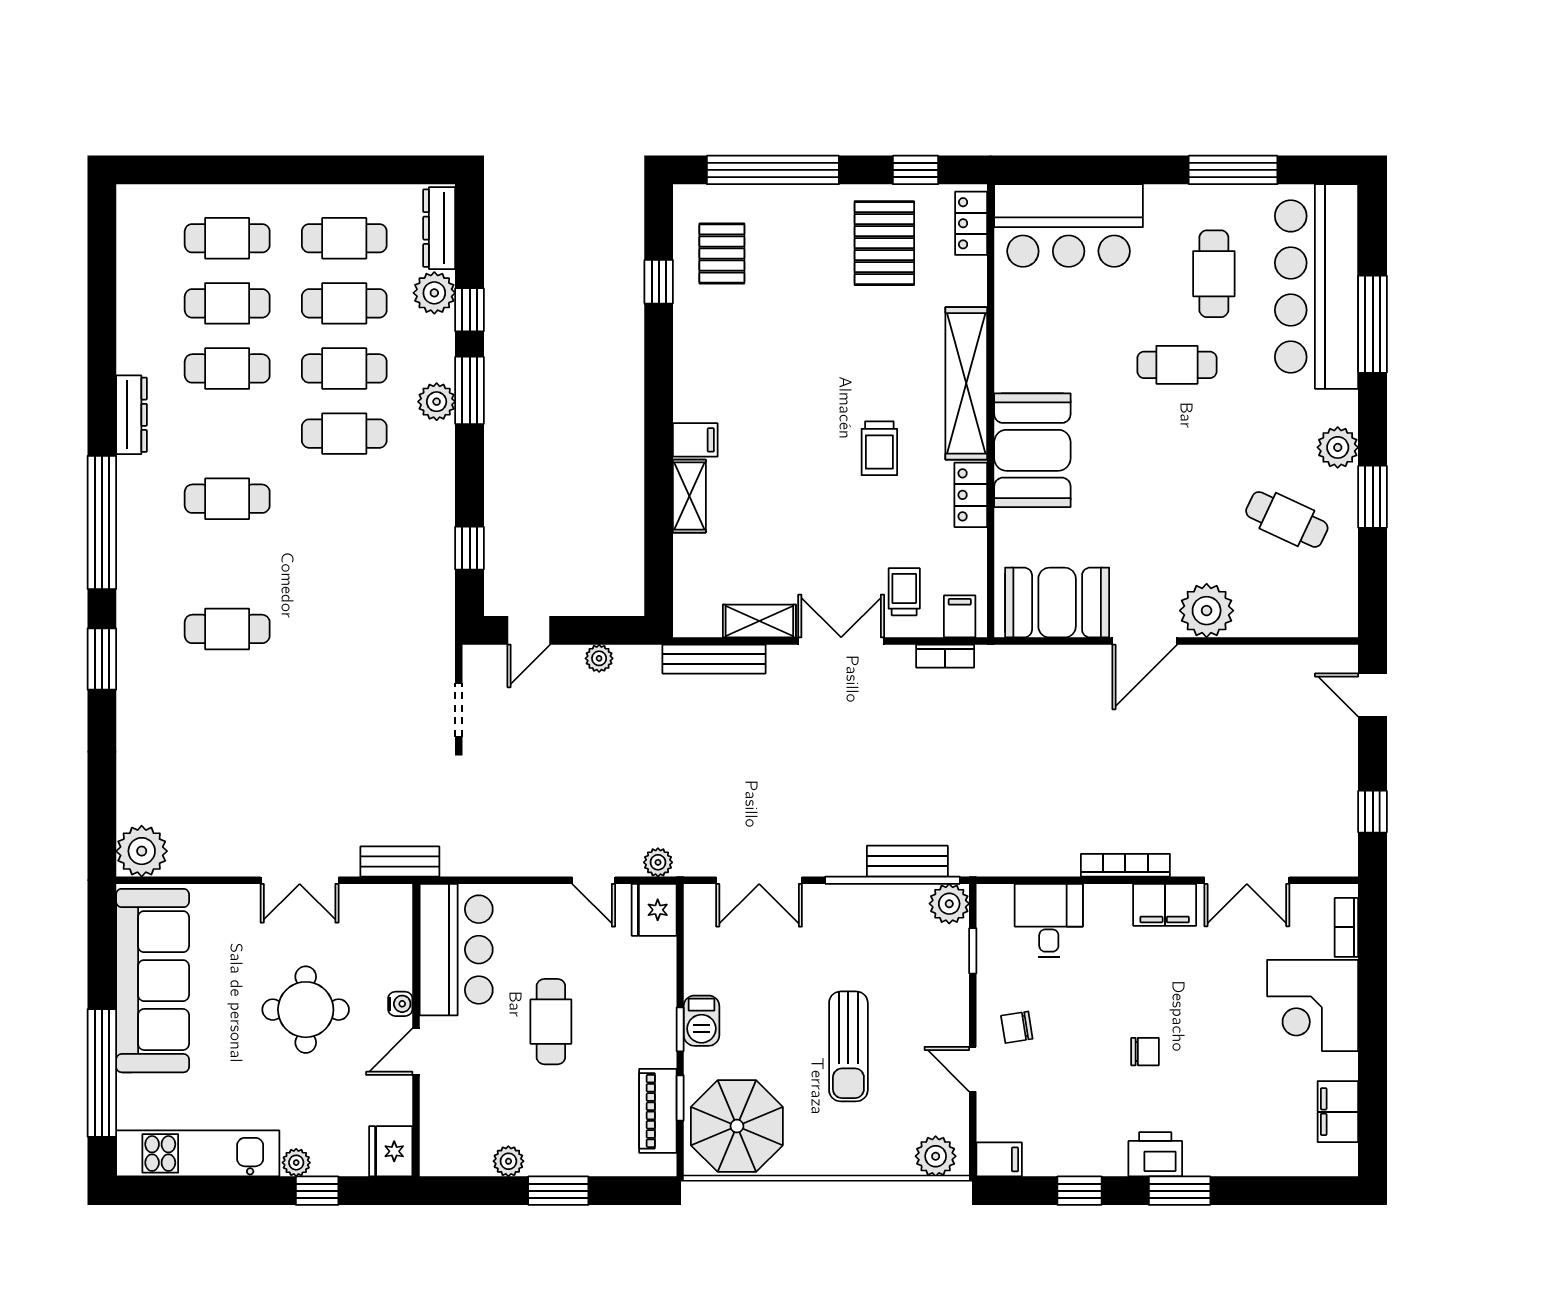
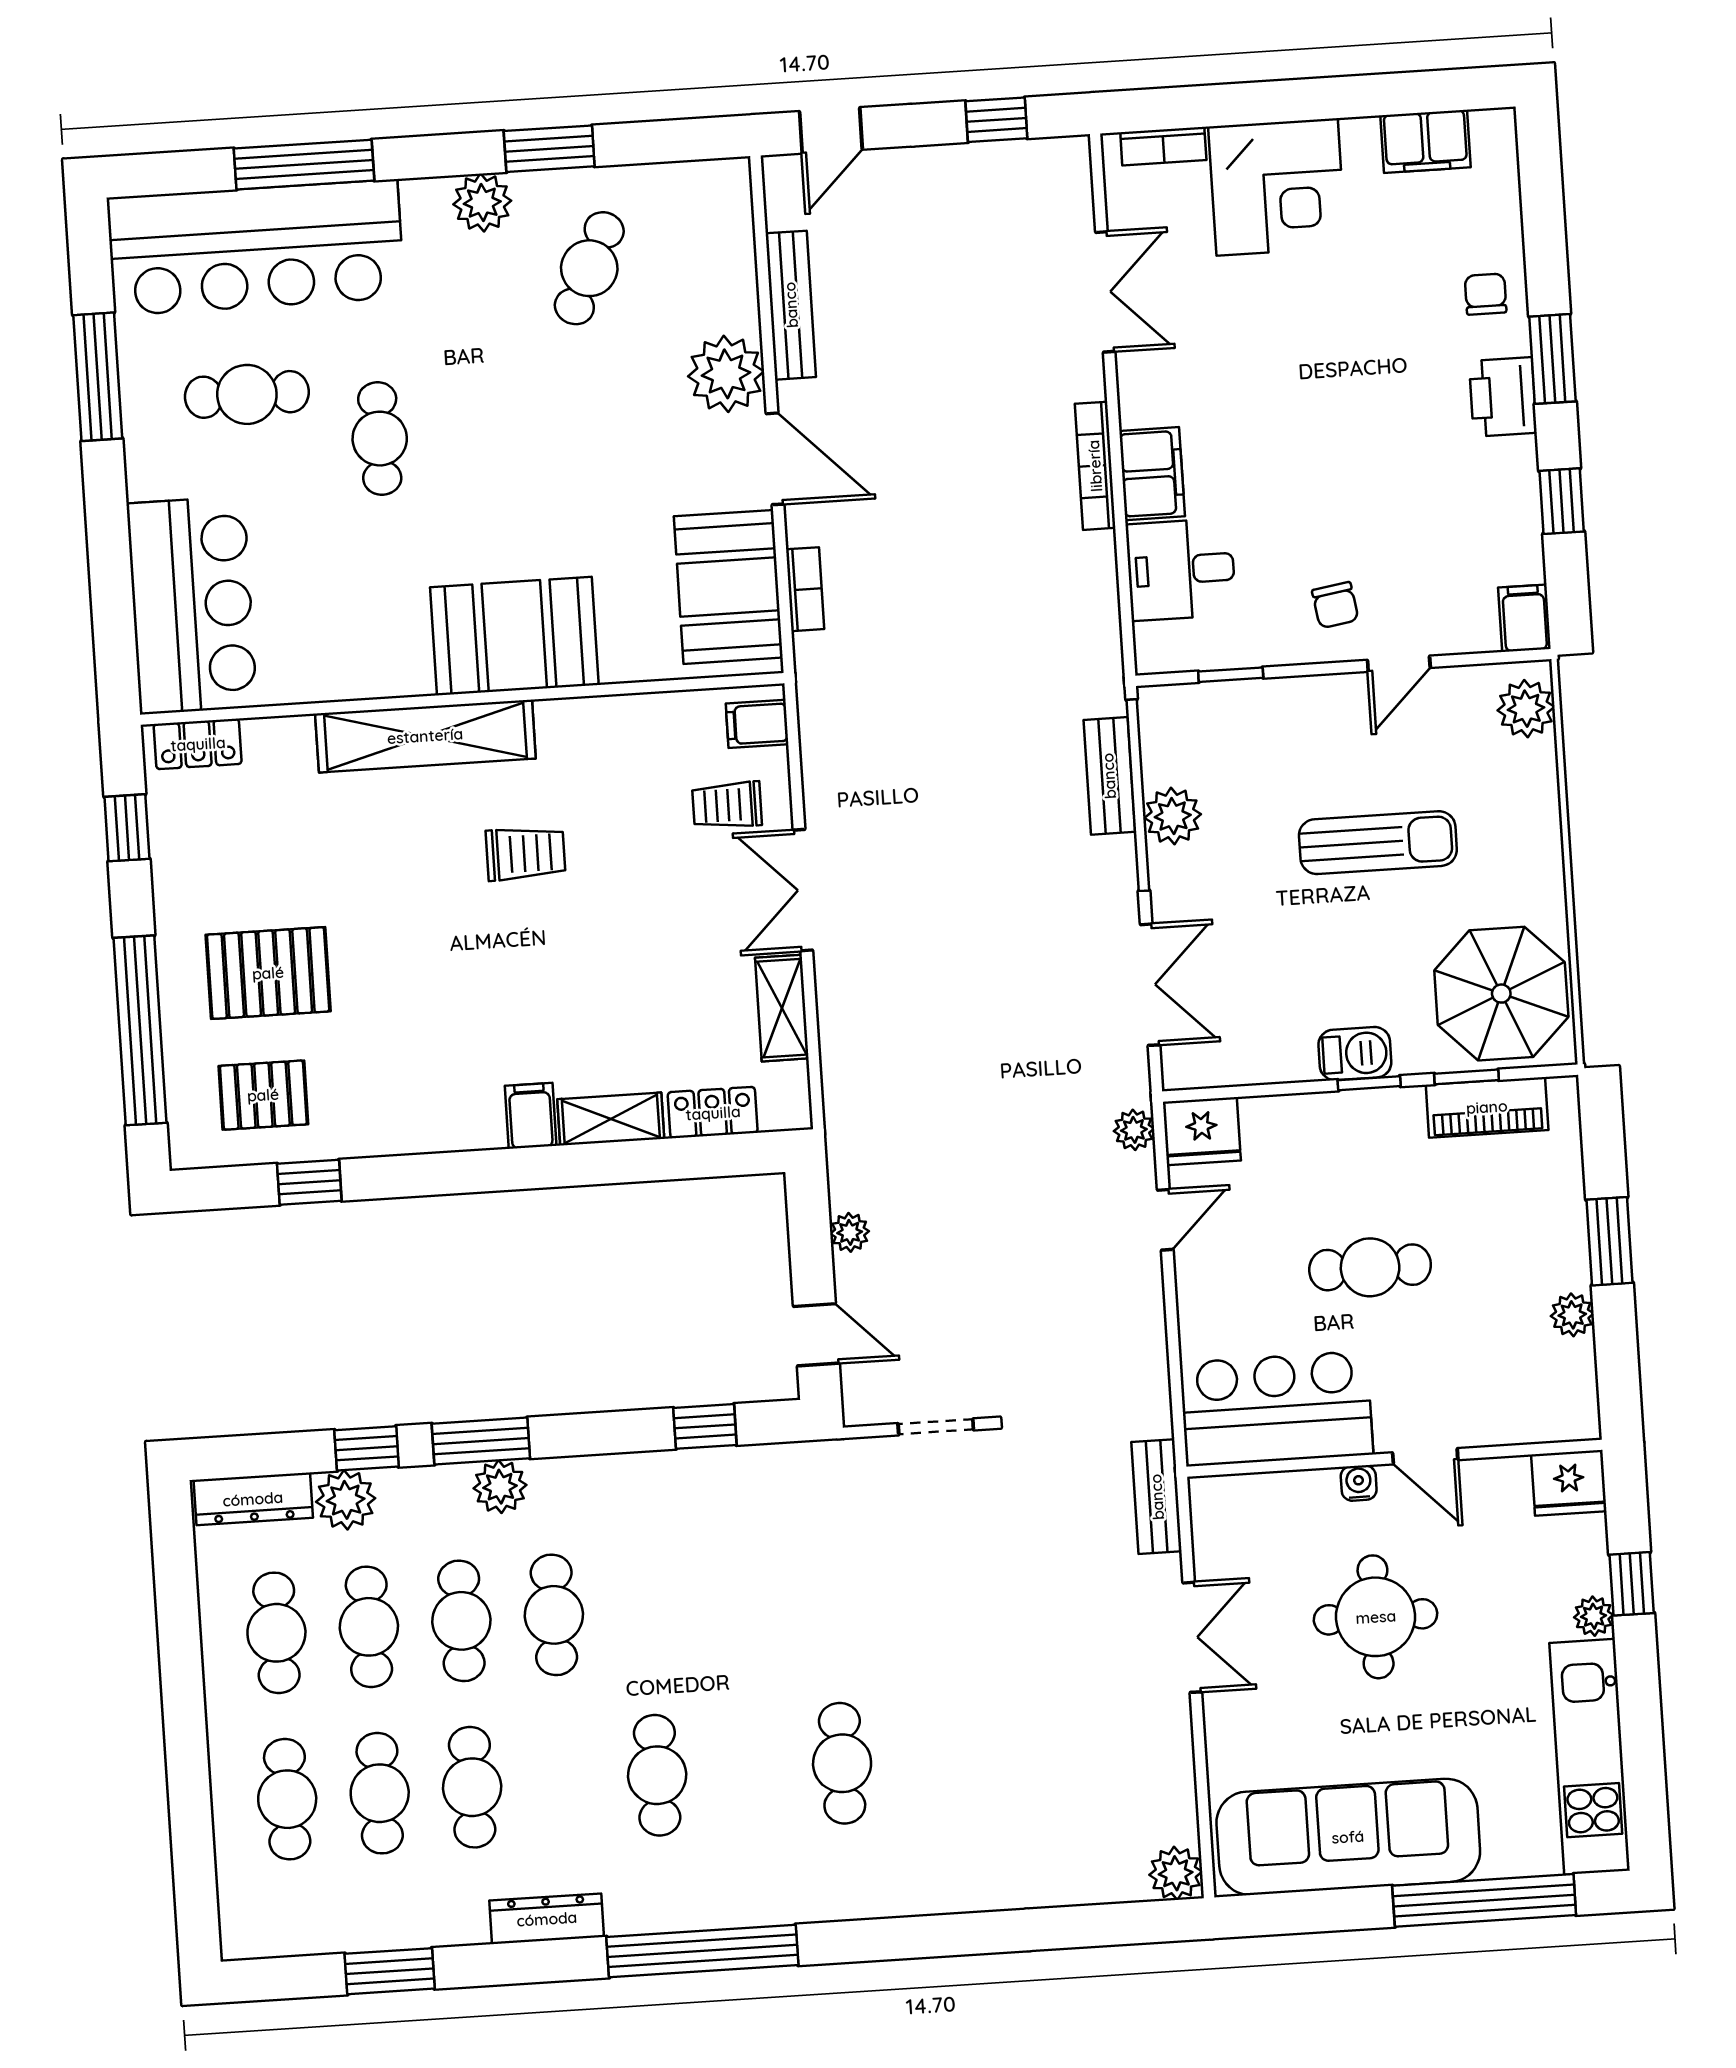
pallet: (884, 243) -> (268, 973), moved
locker: (971, 495) -> (713, 1113), moved, turned 180
bookcase: (945, 656) -> (805, 589), moved
window: (102, 659) -> (390, 1971), moved
bench: (714, 659) -> (791, 305), moved
plant: (142, 851) -> (1176, 1873), width x0.73, depth x0.73
plant: (949, 904) -> (1173, 816), moved
filing cabinet: (1165, 905) -> (1152, 474), moved
chair: (1145, 1052) -> (1486, 294), moved

